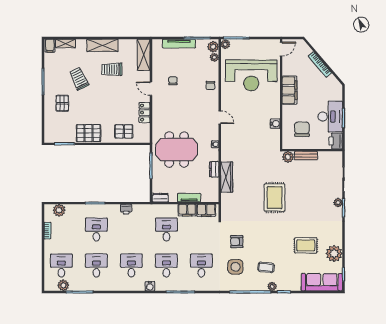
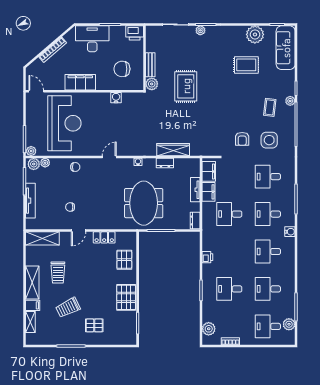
filing cabinet: (50, 46) -> (33, 305), moved
desk: (330, 117) -> (92, 39), moved
rug: (275, 198) -> (186, 86), moved, turned 90
rug: (306, 245) -> (246, 65), turned 90

